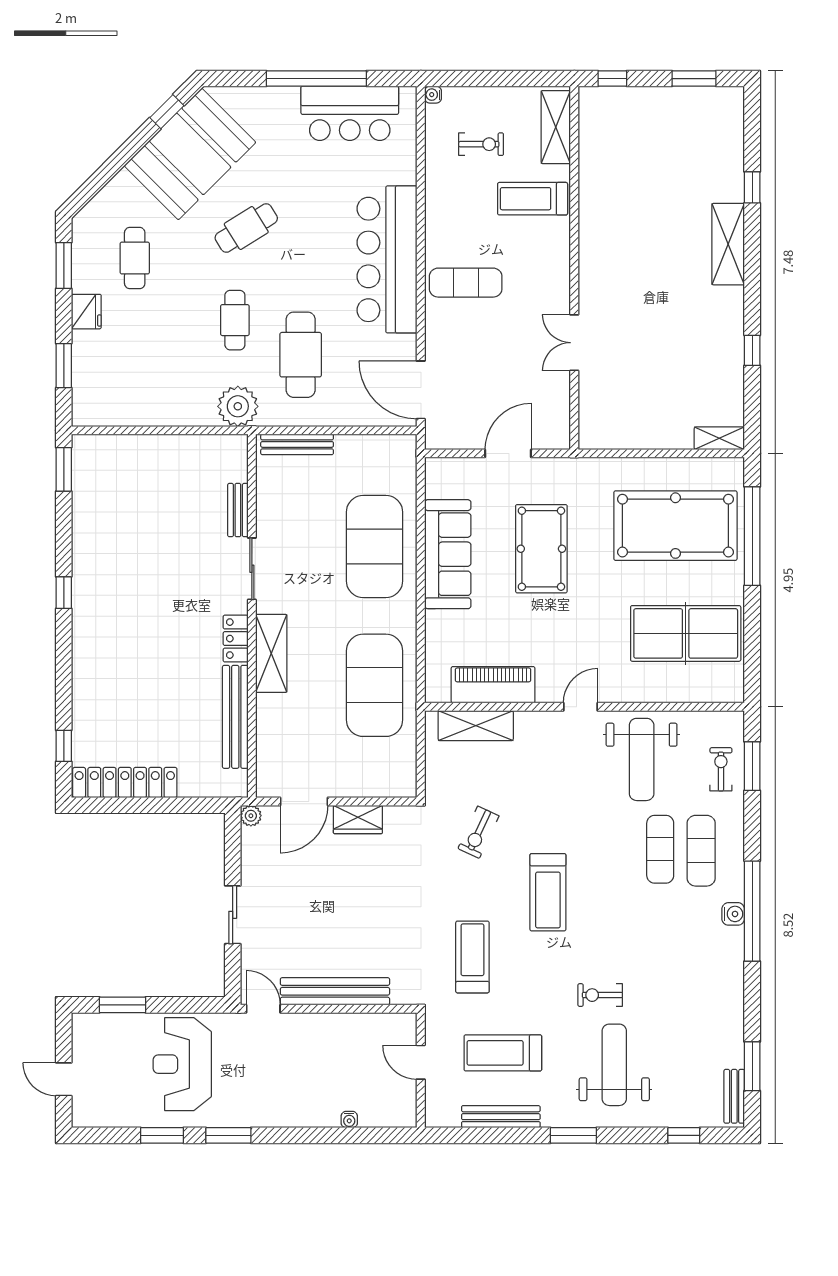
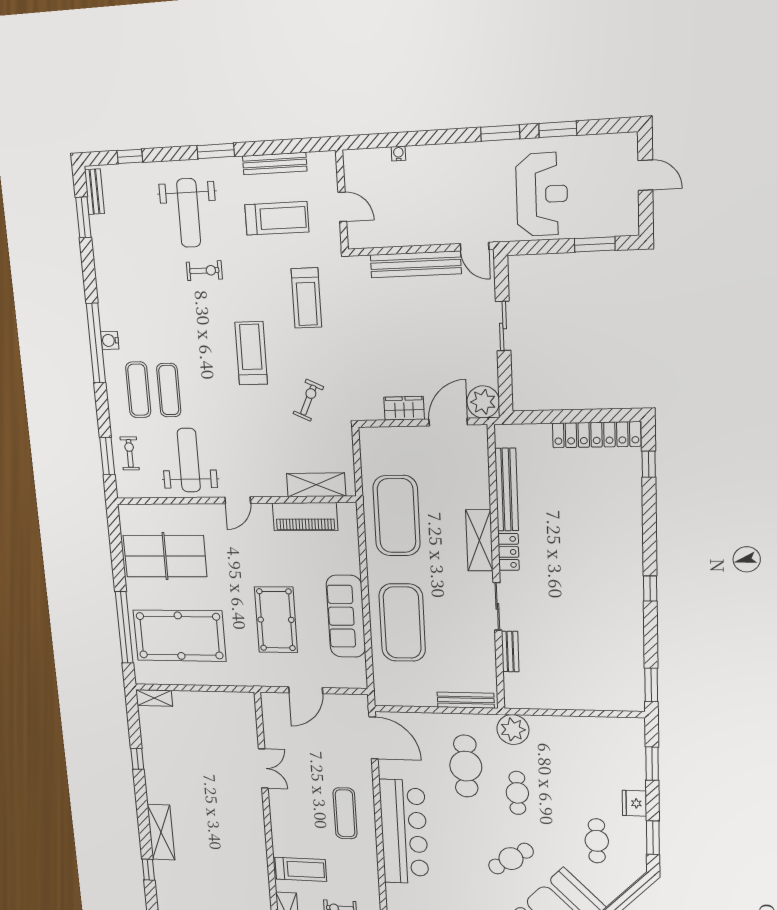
exercise mat: (466, 283) -> (345, 813), turned 90
exercise bike: (721, 769) -> (130, 453), turned 180
plant: (251, 816) -> (483, 402), width x1.88, depth x1.88

